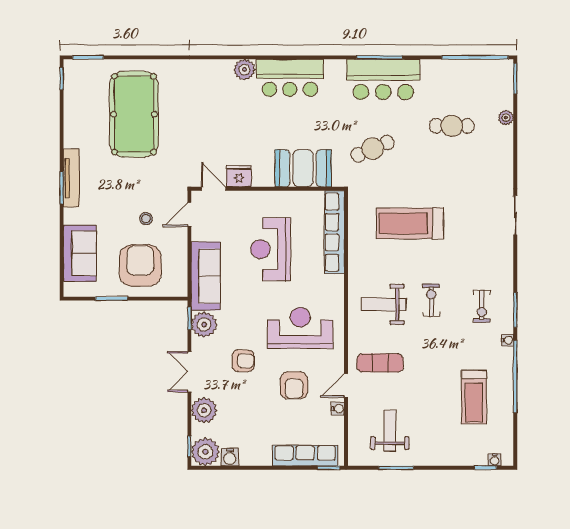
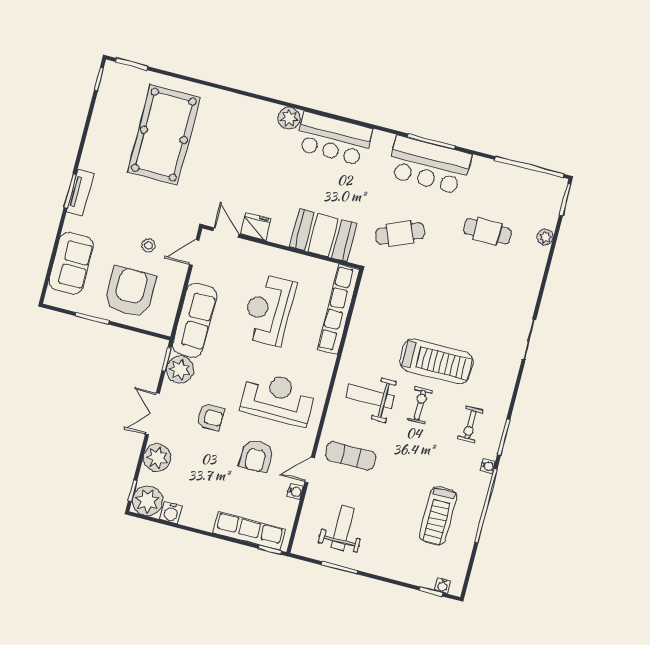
tv unit: (71, 178) -> (80, 192), width x0.71
treadmill: (410, 223) -> (436, 361), moved, turned 180

